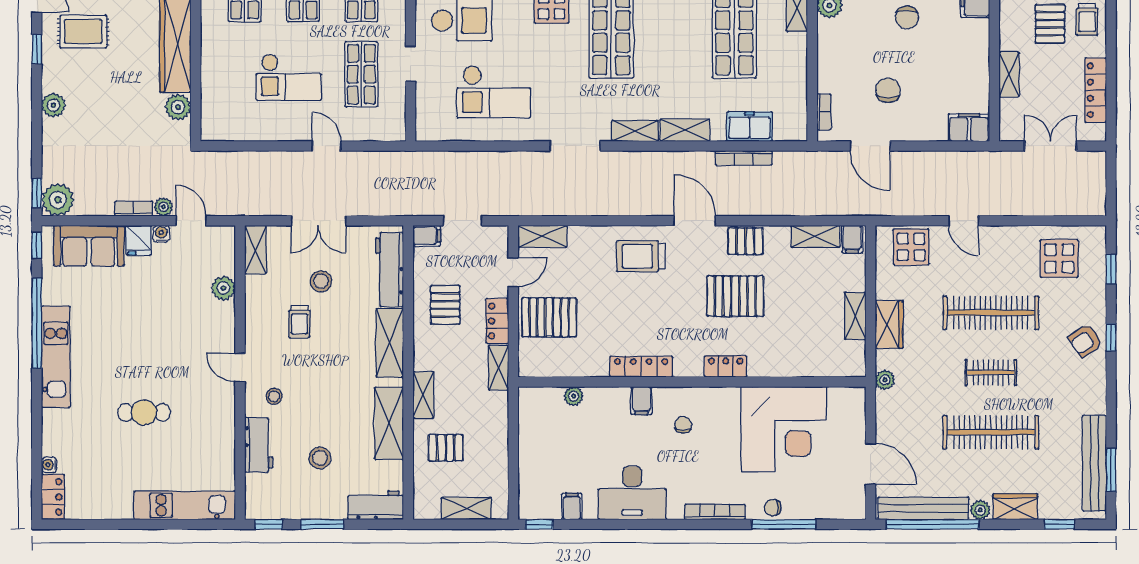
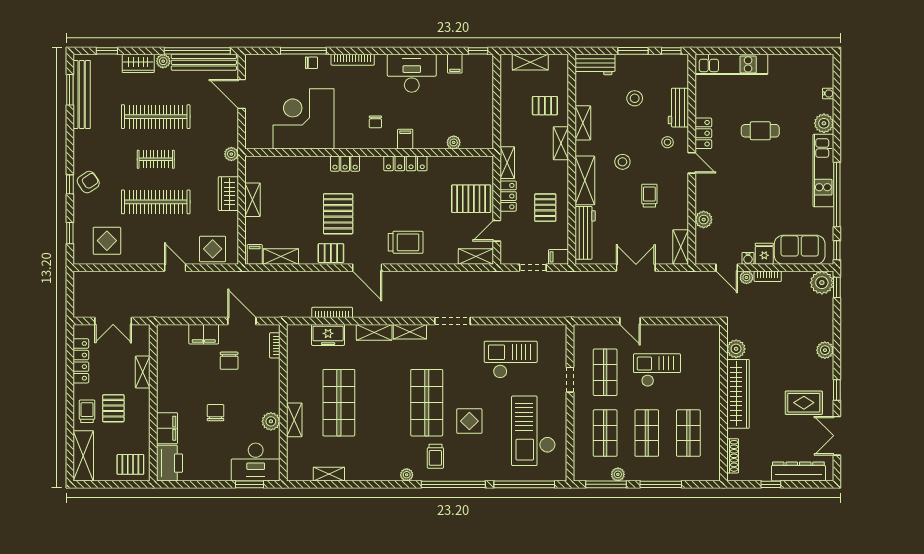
filing cabinet: (969, 128) -> (204, 334), moved
stool: (321, 281) -> (622, 162), moved
pallet: (735, 296) -> (338, 214), turned 90
plant: (55, 423) -> (824, 123), added
shelving: (389, 423) -> (583, 123), width x0.67, depth x0.75
locker: (53, 497) -> (703, 133), moved, turned 180

